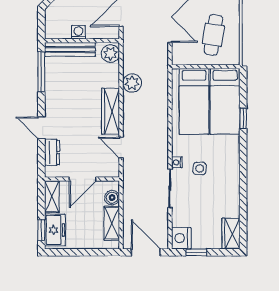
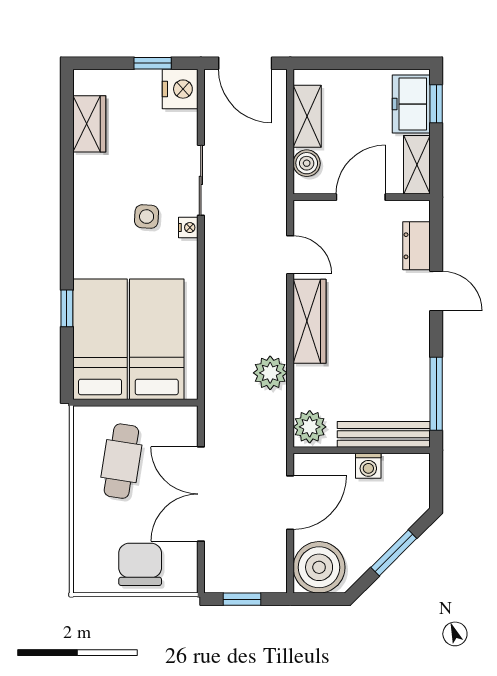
wardrobe: (231, 234) -> (89, 124), moved

